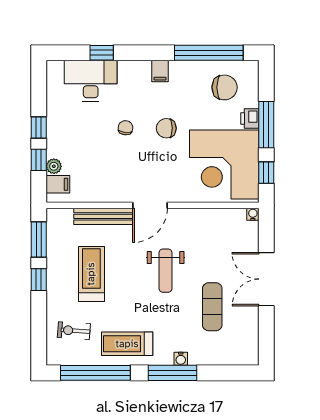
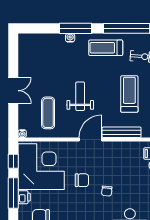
chair: (166, 128) -> (82, 180), moved
treadmill: (91, 274) -> (129, 94), turned 180
double door: (266, 279) -> (13, 91), width x0.73
exercise mat: (212, 307) -> (48, 113), moved
treadmill: (127, 344) -> (106, 48), turned 180

